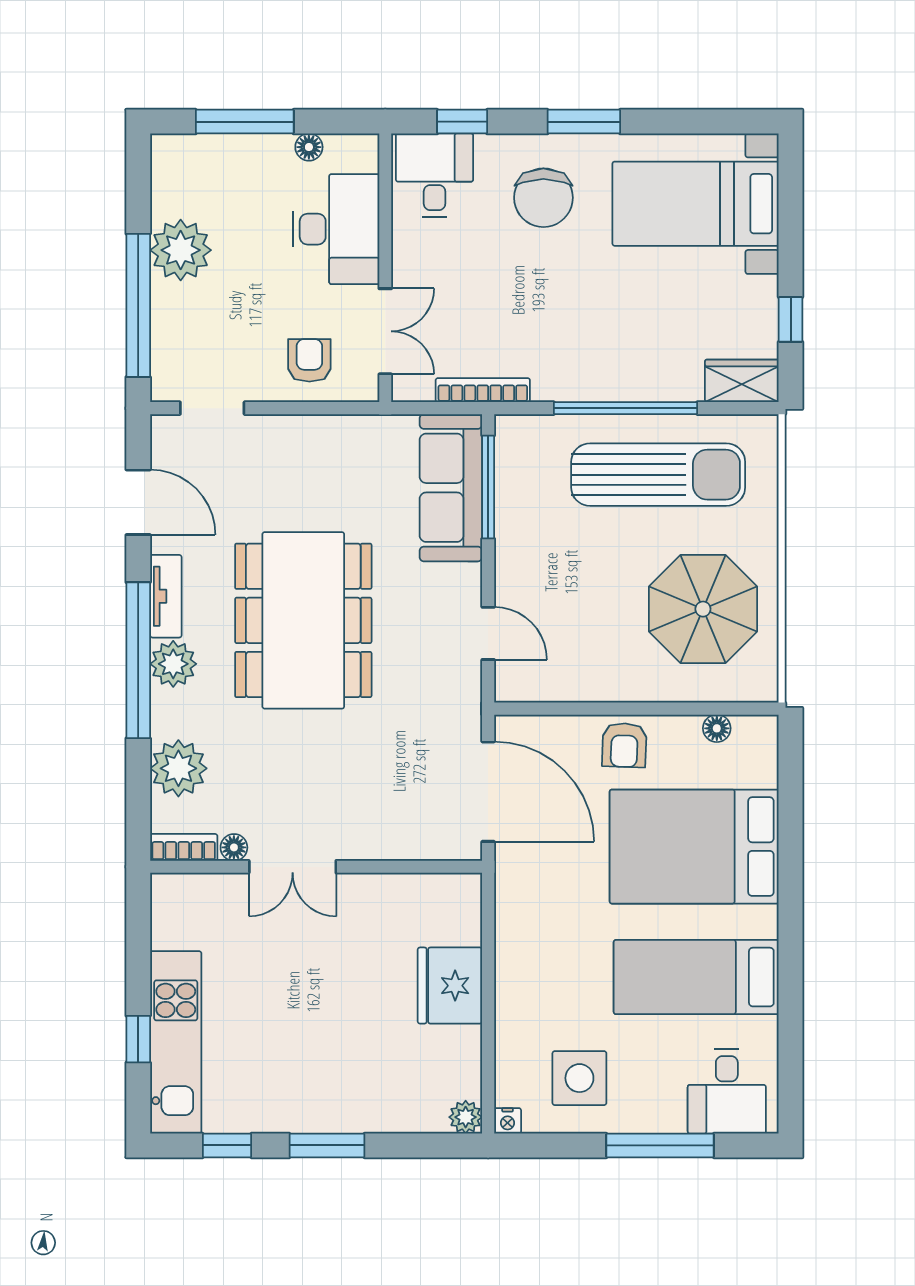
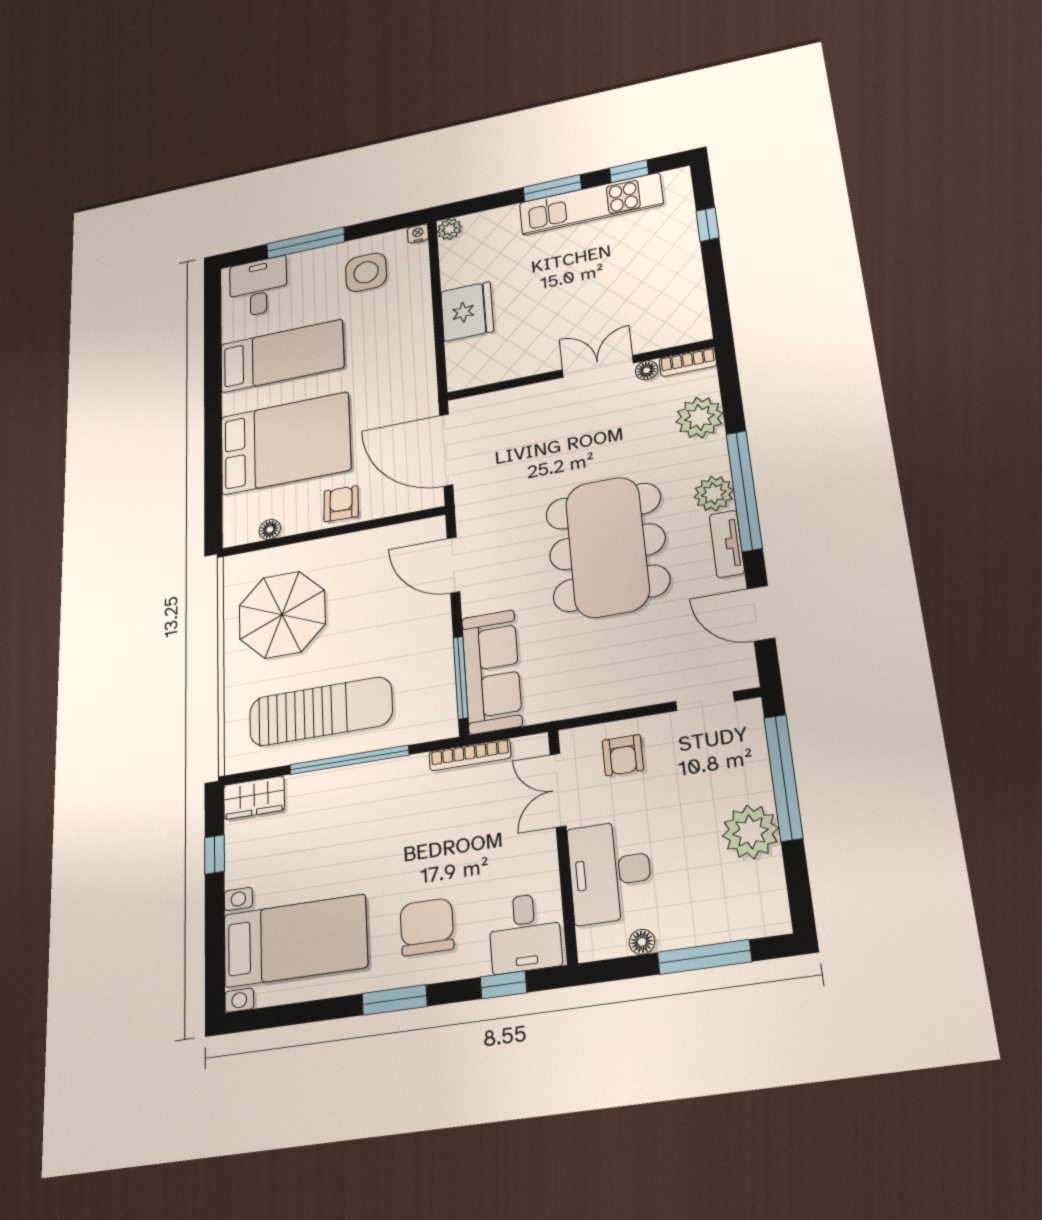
sun lounger: (658, 475) -> (321, 711), turned 180
door: (488, 633) -> (453, 565), width x1.38
kitchen unit: (176, 1042) -> (591, 204), moved, turned -90

